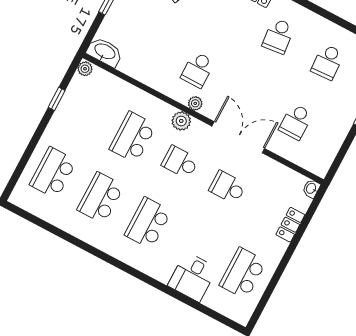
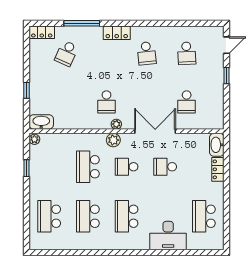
washbasin: (311, 189) -> (217, 145), width x1.91, depth x1.45
desk: (193, 277) -> (168, 235), width x1.37

